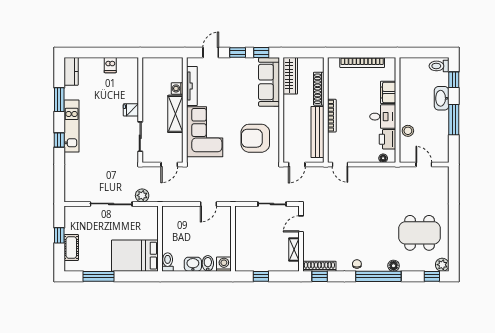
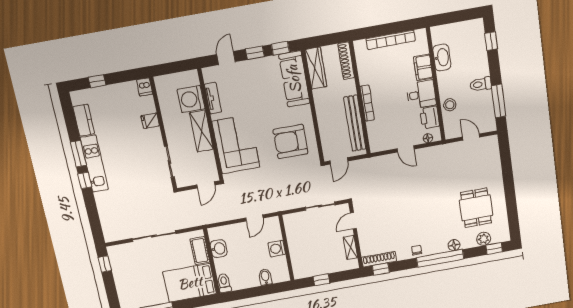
window: (91, 52) -> (97, 81), added
dishwasher: (110, 65) -> (145, 87), moved
toilet: (439, 66) -> (481, 84), moved
kitchen counter: (71, 71) -> (84, 120), moved
tv unit: (192, 86) -> (213, 98), width x0.71
washing machine: (177, 88) -> (191, 99), width x1.89, depth x1.89
shoe rack: (319, 89) -> (346, 61), moved
washbasin: (442, 98) -> (442, 57), moved, turned 180
window: (59, 100) -> (78, 154), moved
fridge: (131, 110) -> (150, 121), moved
window: (454, 120) -> (499, 101), moved
door: (340, 164) -> (406, 149), moved
plant: (142, 195) -> (184, 222), removed
dining table: (420, 233) -> (476, 208), width x0.73
window: (59, 235) -> (105, 264), moved
cot: (71, 247) -> (200, 251), moved
washbasin: (193, 264) -> (219, 249), moved, turned 90
washing machine: (224, 264) -> (277, 249), moved, turned -90
plant: (442, 265) -> (484, 239), moved

